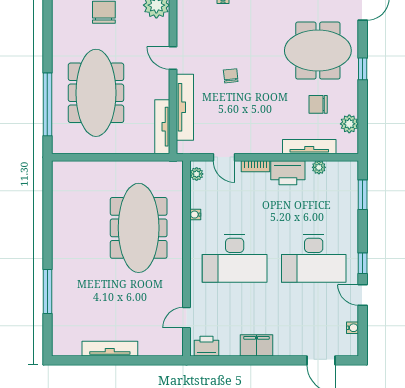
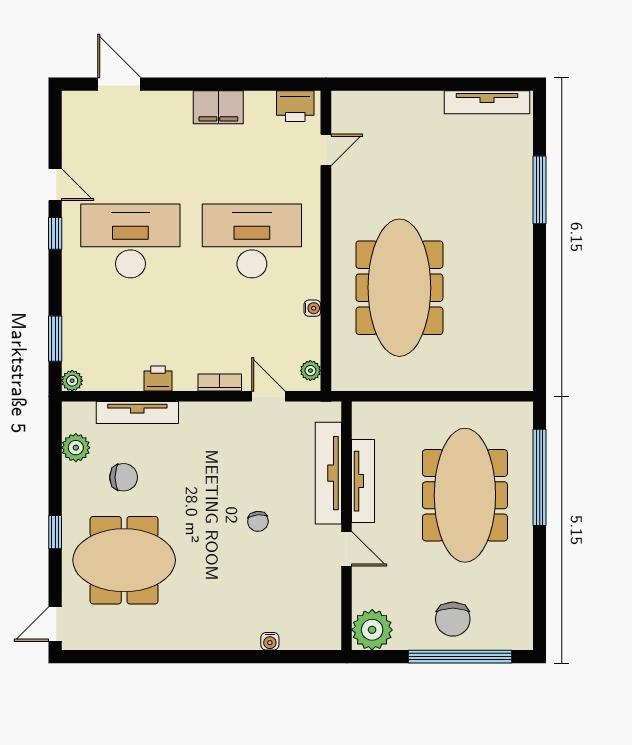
tv unit: (162, 127) -> (363, 481), moved
plant: (319, 167) -> (72, 381), moved
printer: (288, 173) -> (158, 379), width x0.53, depth x0.68
water cooler: (353, 328) -> (71, 134), removed
tv unit: (110, 349) -> (487, 102), moved

